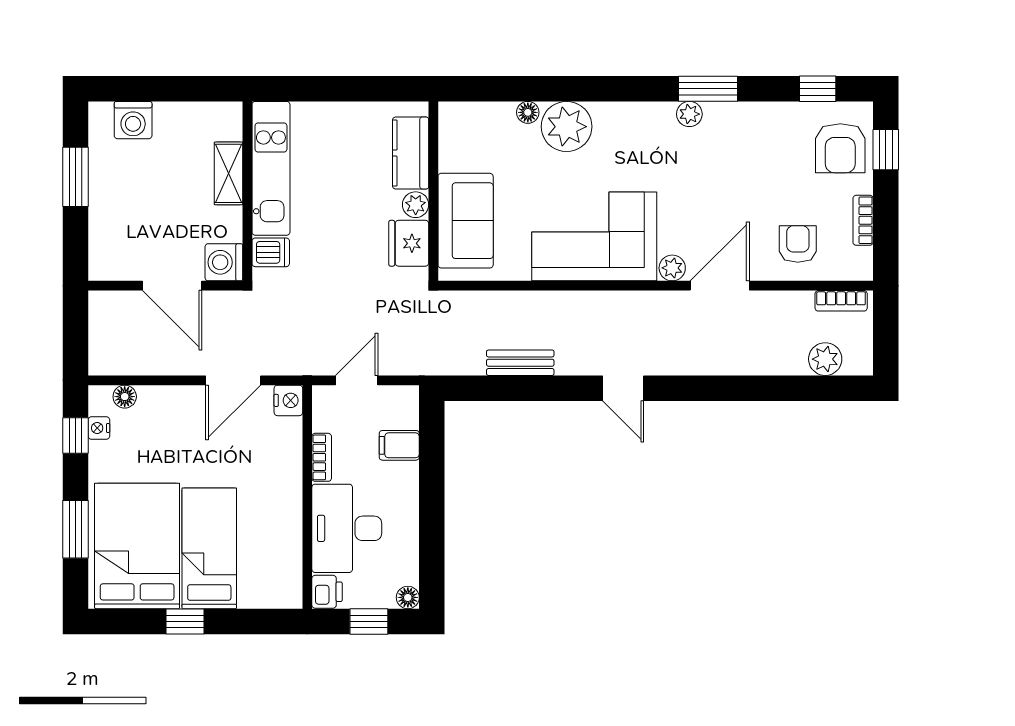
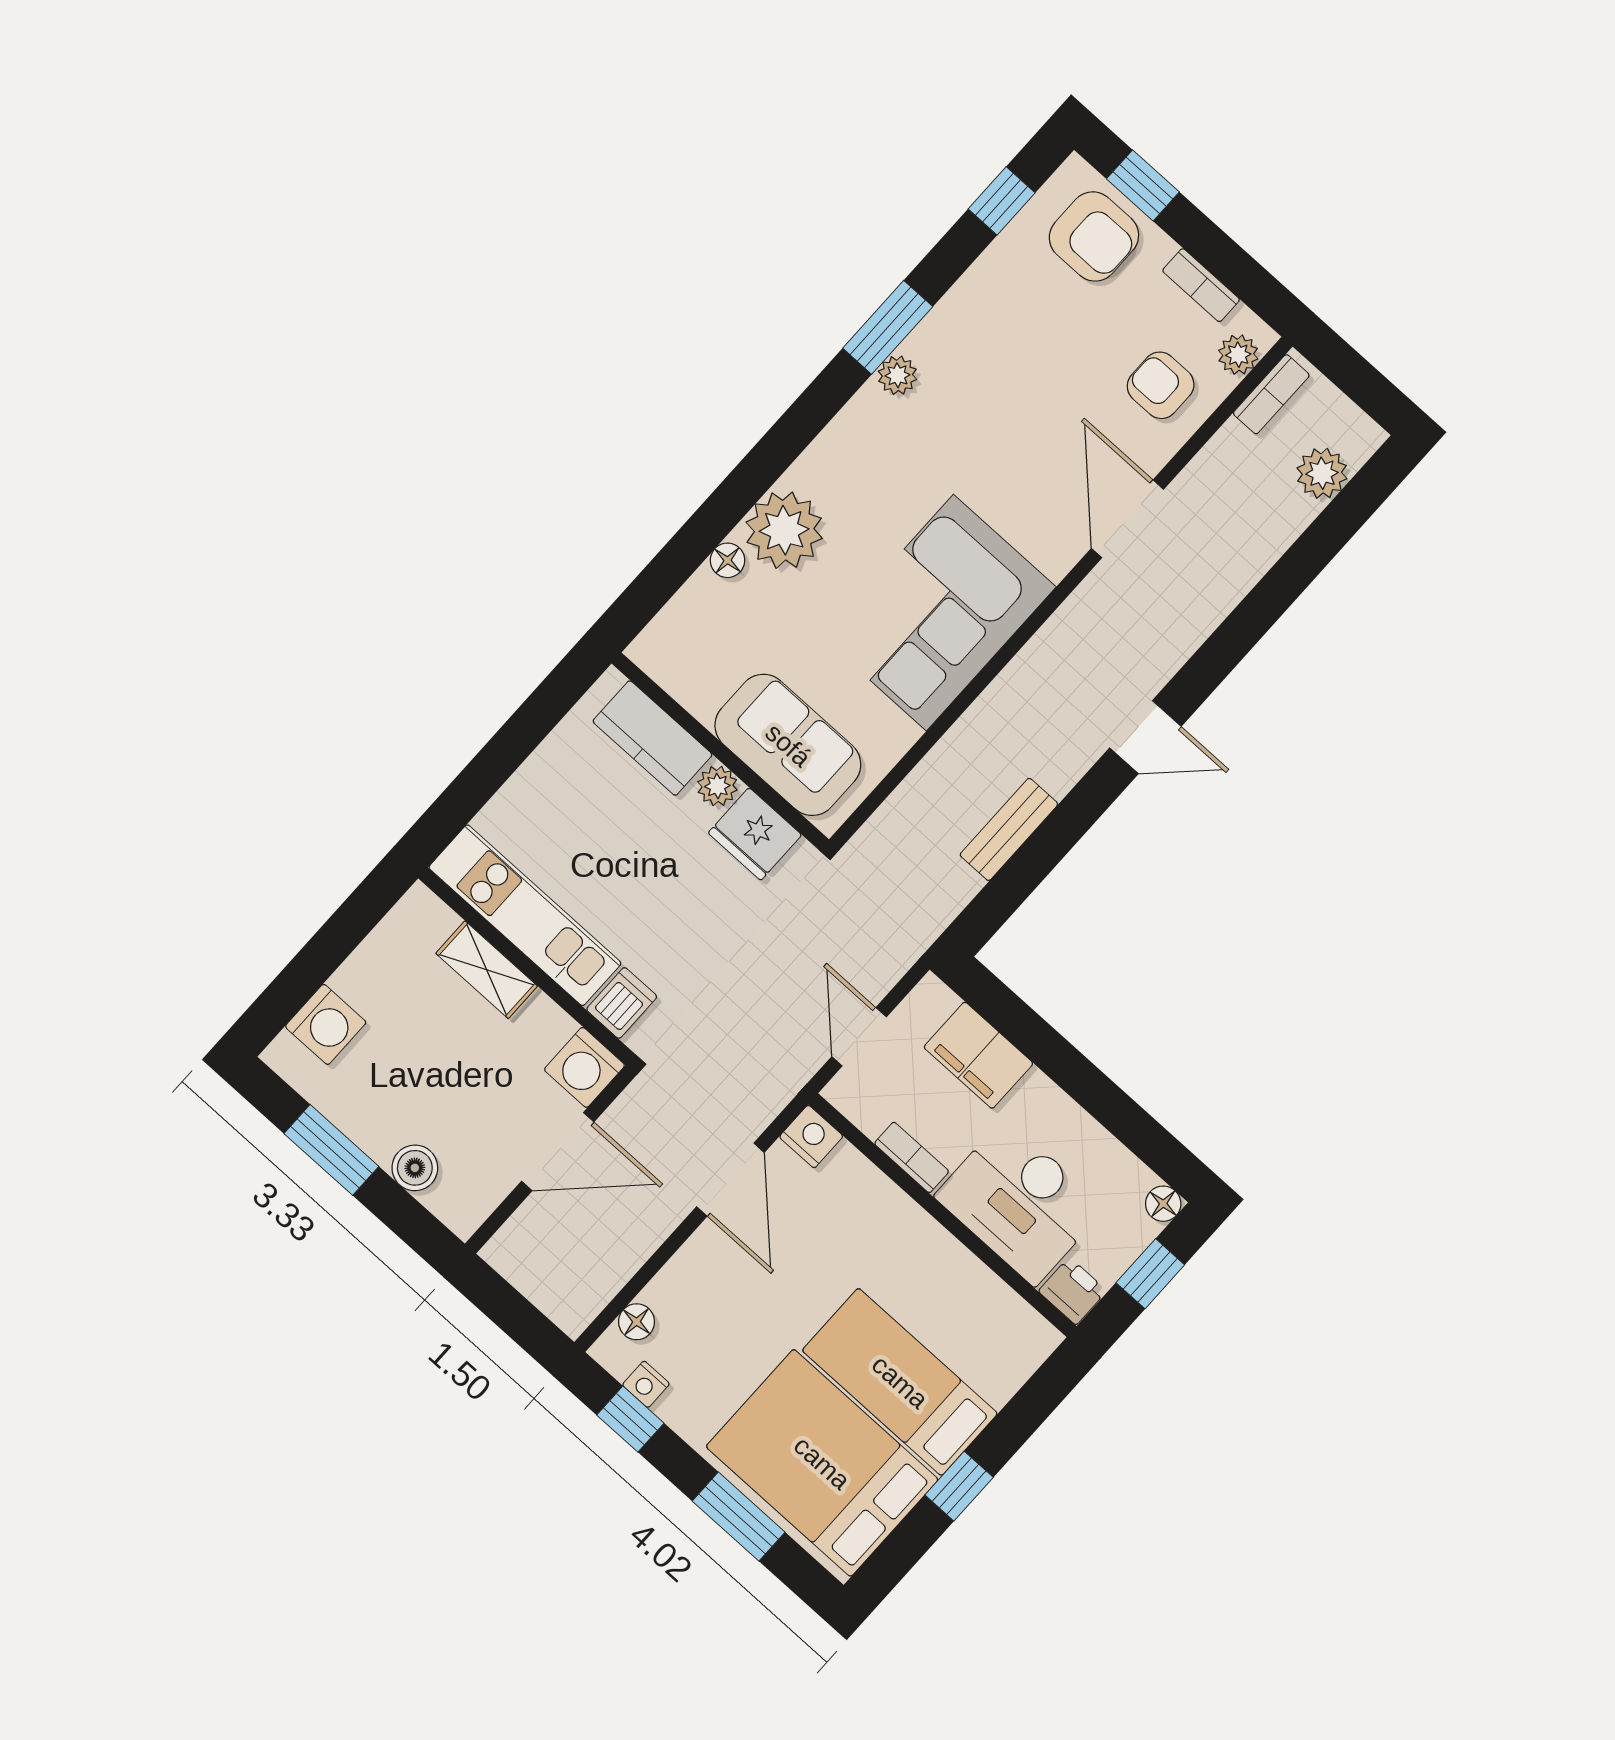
boiler: (103, 224) -> (415, 1168), added
plant: (672, 268) -> (1238, 355), moved
filing cabinet: (399, 445) -> (978, 1055), width x2.00

